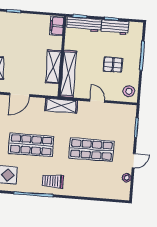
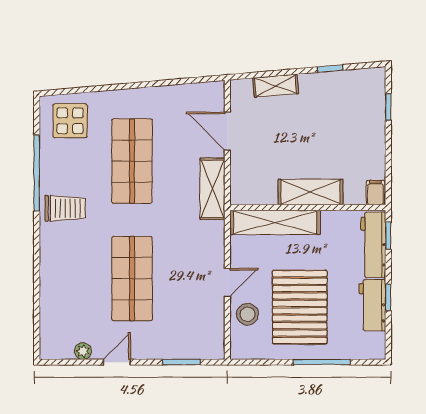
filing cabinet: (57, 26) -> (375, 193), width x0.50
pallet: (113, 65) -> (300, 307), width x2.05, depth x2.00
shelving: (53, 67) -> (311, 192), moved
stool: (129, 91) -> (247, 314), moved
shelving: (61, 106) -> (212, 189), moved
door: (134, 161) -> (117, 362), swing flipped
trolley: (53, 181) -> (65, 208), turned 90

